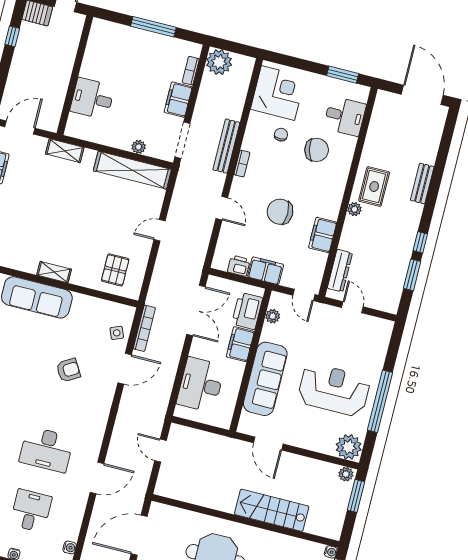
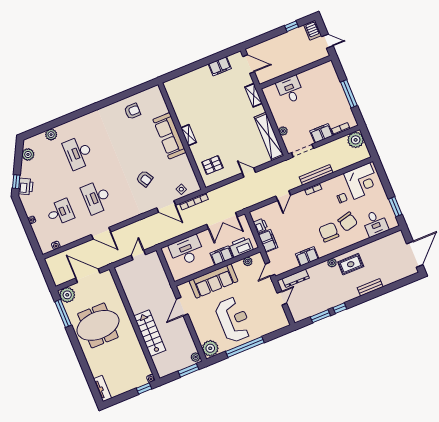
chair: (280, 212) -> (329, 232), moved

